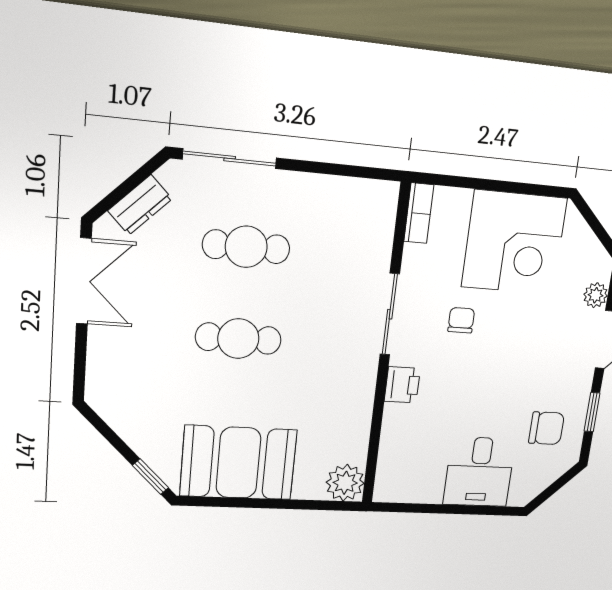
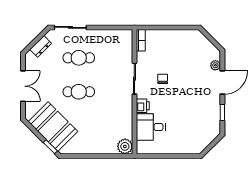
corner desk: (514, 243) -> (179, 48), removed
double door: (84, 281) -> (23, 86), moved
chair: (546, 428) -> (204, 120), removed
booth: (238, 463) -> (53, 126), moved, turned 45
desk: (479, 472) -> (151, 127), moved, turned 90

